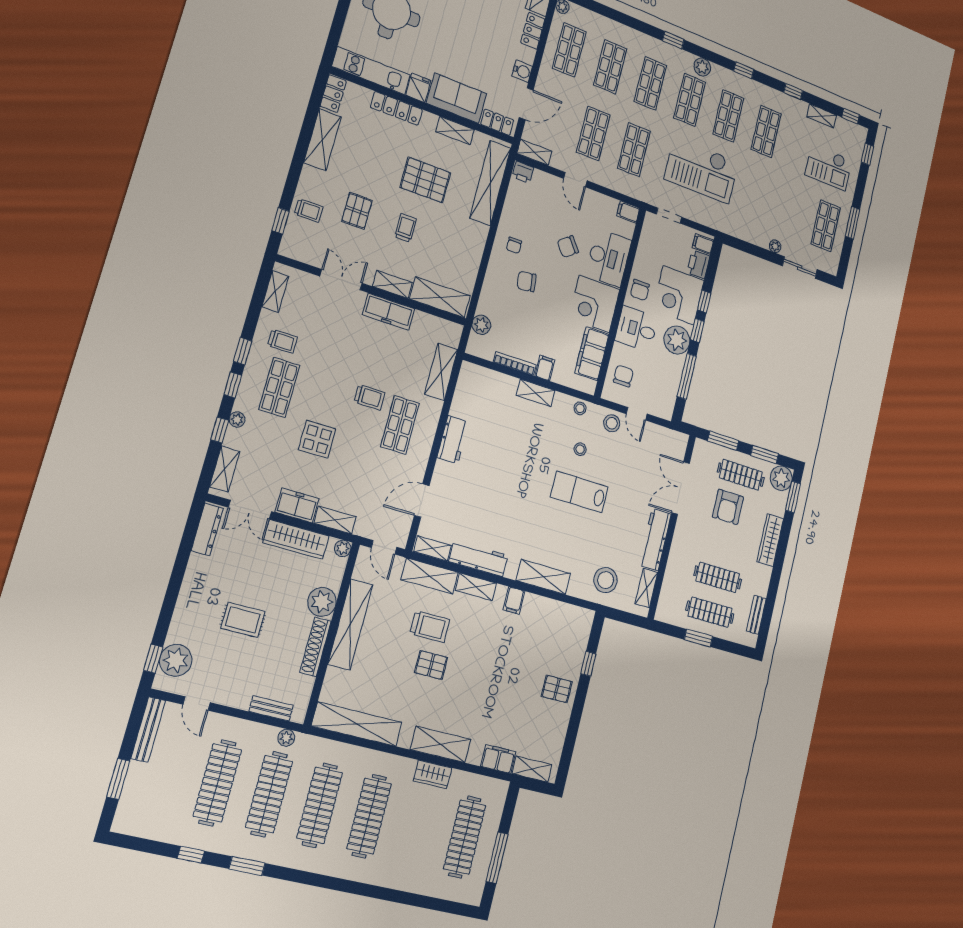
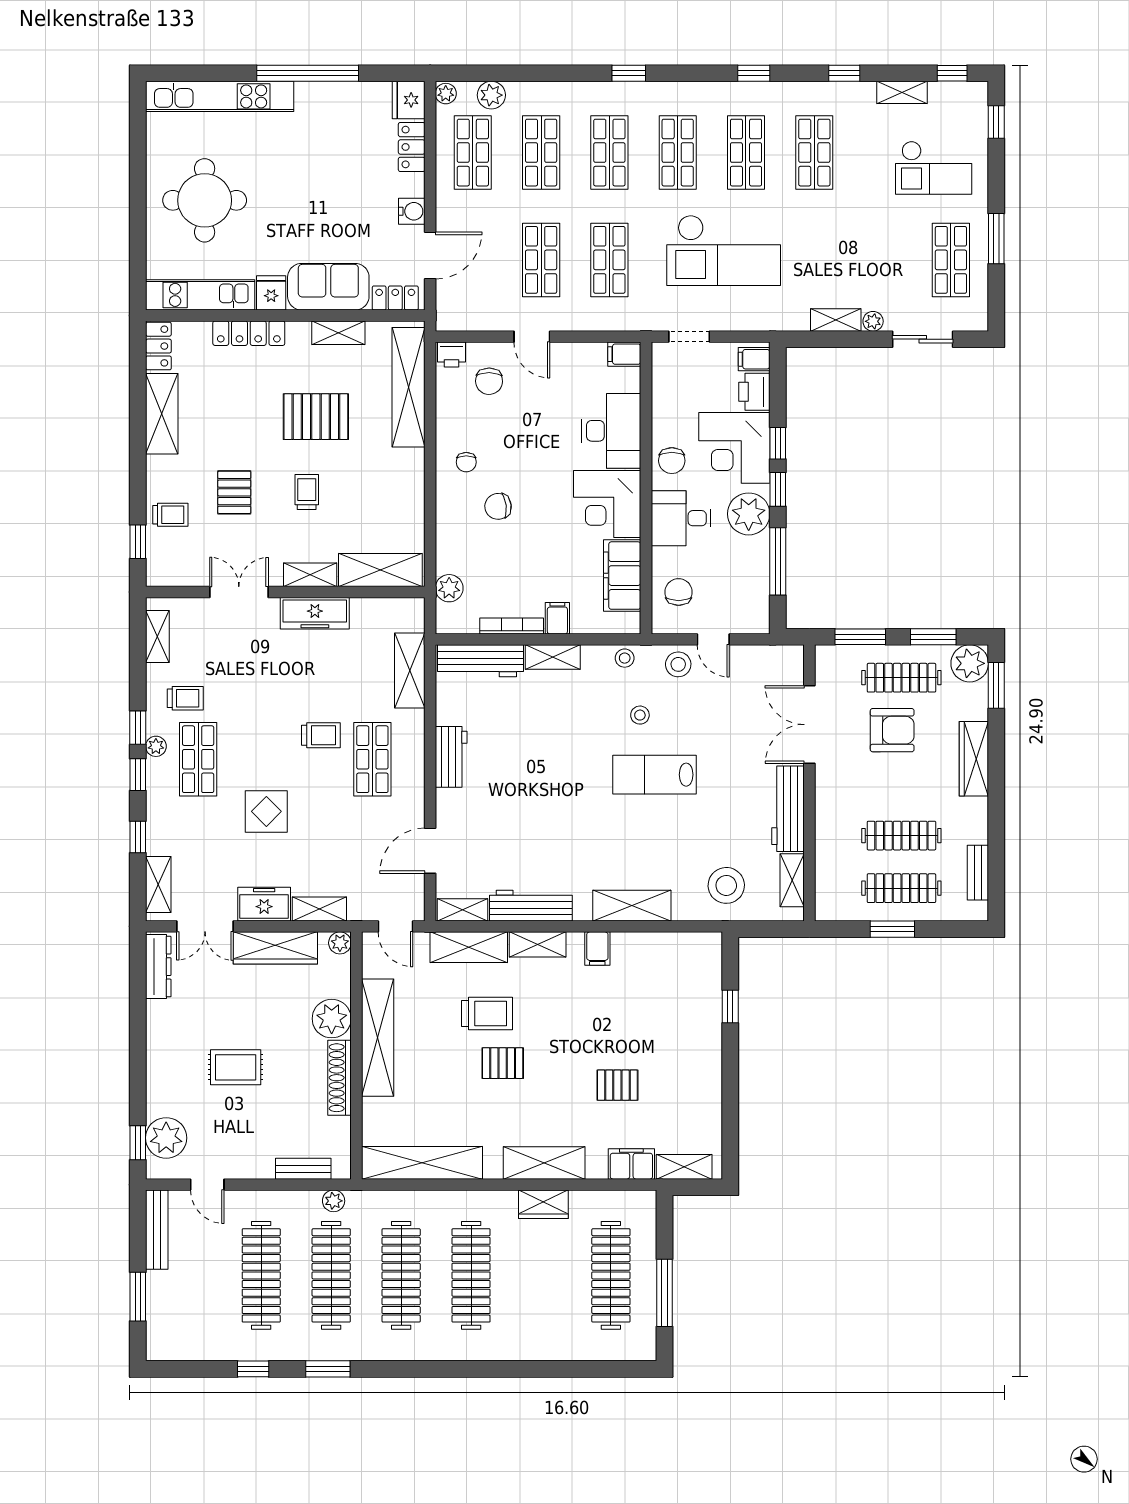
plant: (702, 67) -> (491, 95), moved
shelving: (534, 152) -> (836, 320), moved
chair: (568, 247) -> (489, 381), moved, turned -52
workbench: (489, 380) -> (480, 661), added
plant: (237, 419) -> (156, 746), moved
armchair: (728, 507) -> (892, 730), turned -90
pallet: (557, 689) -> (617, 1085), moved

